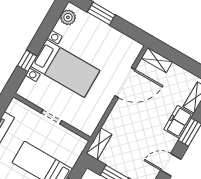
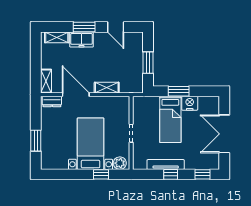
plant: (68, 17) -> (120, 163), moved
dresser: (132, 54) -> (52, 101), added
shelving: (99, 144) -> (107, 88), moved

